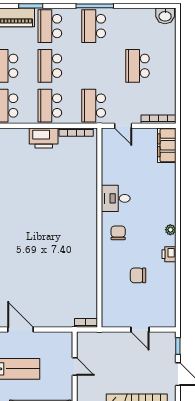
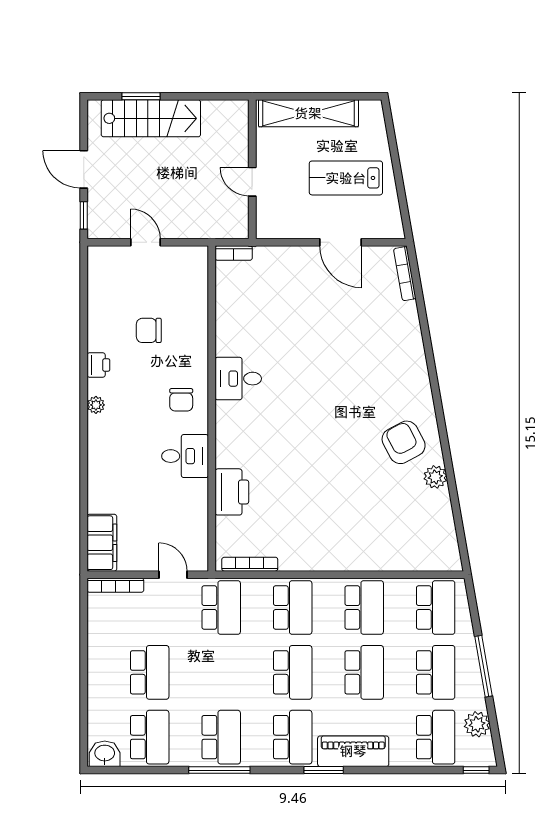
school desk: (137, 26) -> (150, 737), added
printer: (44, 138) -> (232, 492), moved, turned 90
desk: (83, 246) -> (238, 379), added
chair: (138, 275) -> (149, 330), turned 180

